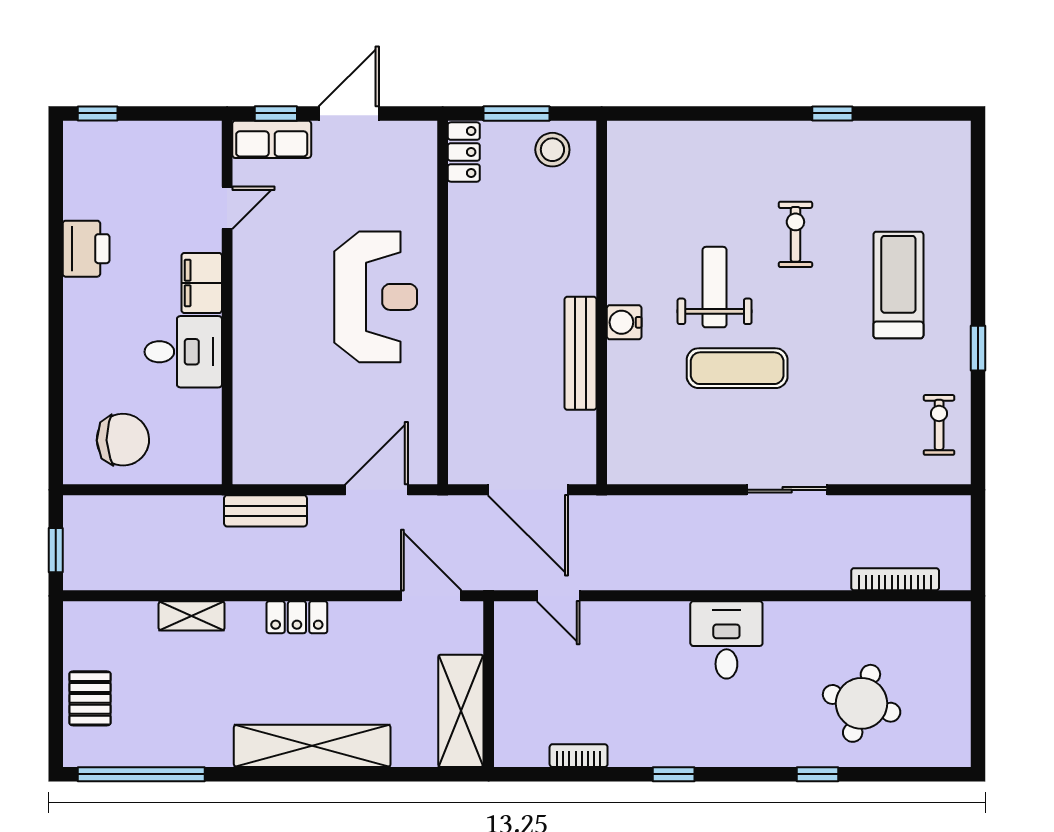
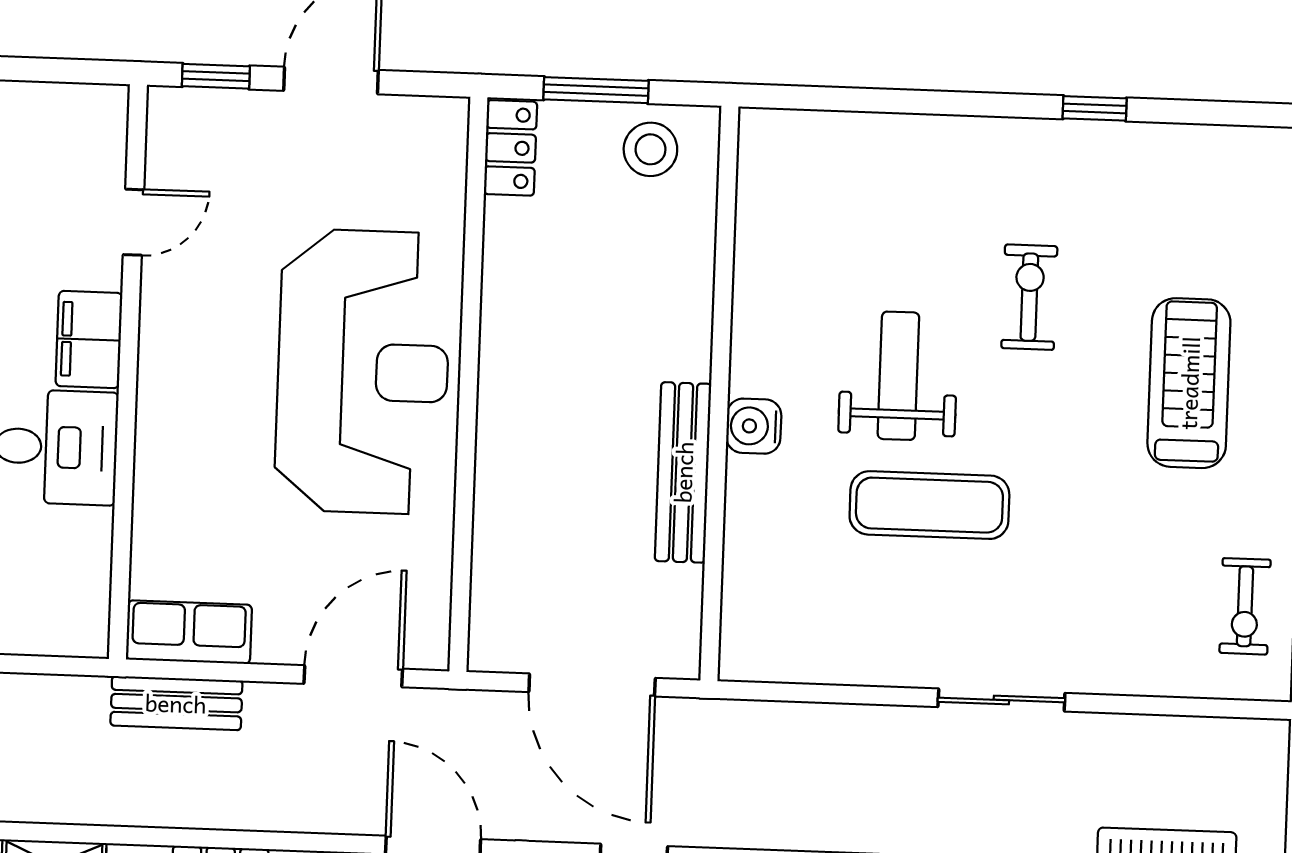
row of seats: (272, 139) -> (189, 632), moved, turned 180
reception desk: (376, 297) -> (363, 372), width x1.36, depth x1.30
exercise bike: (939, 425) -> (1245, 606), turned 180

